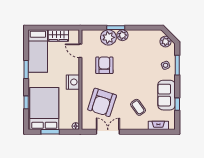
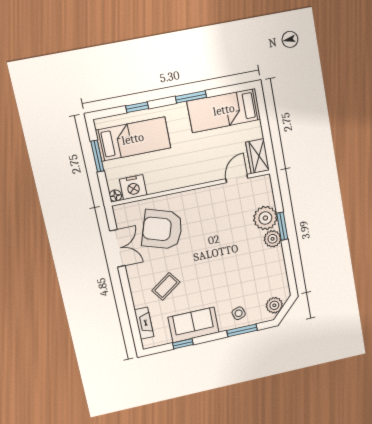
wardrobe: (58, 36) -> (258, 156), moved
armchair: (104, 65) -> (221, 221), removed
nightstand: (73, 82) -> (133, 187), moved
bed: (44, 109) -> (133, 139), width x0.67

